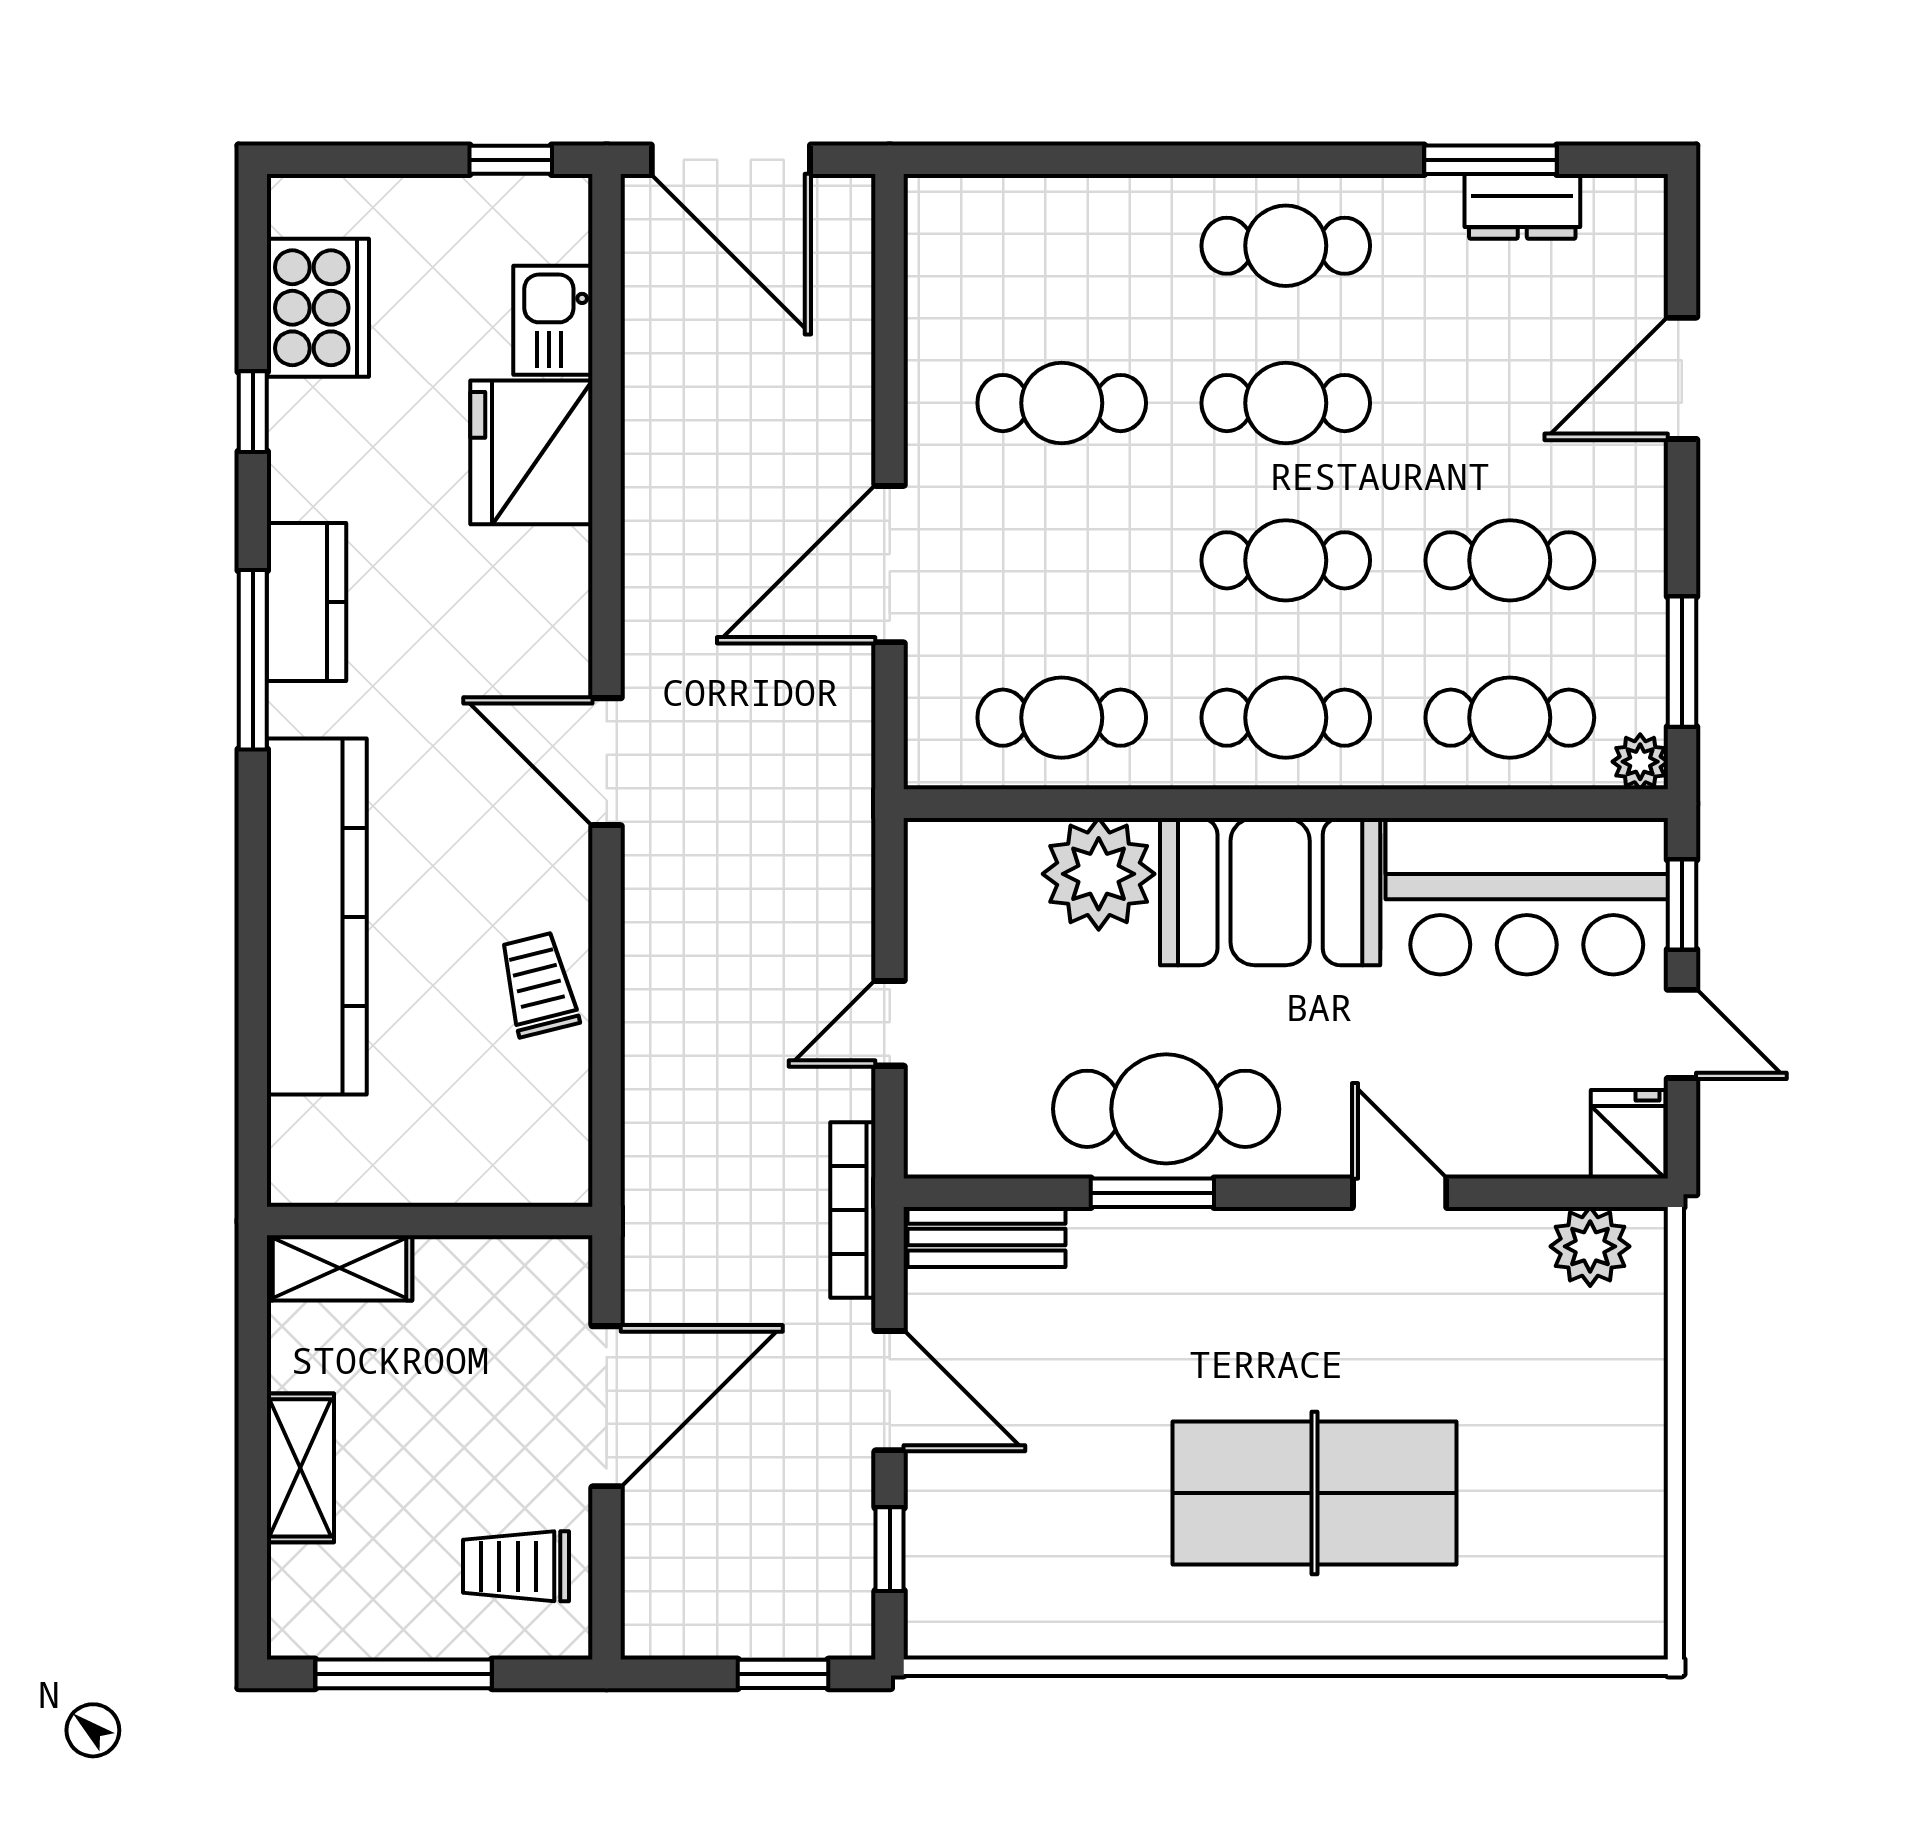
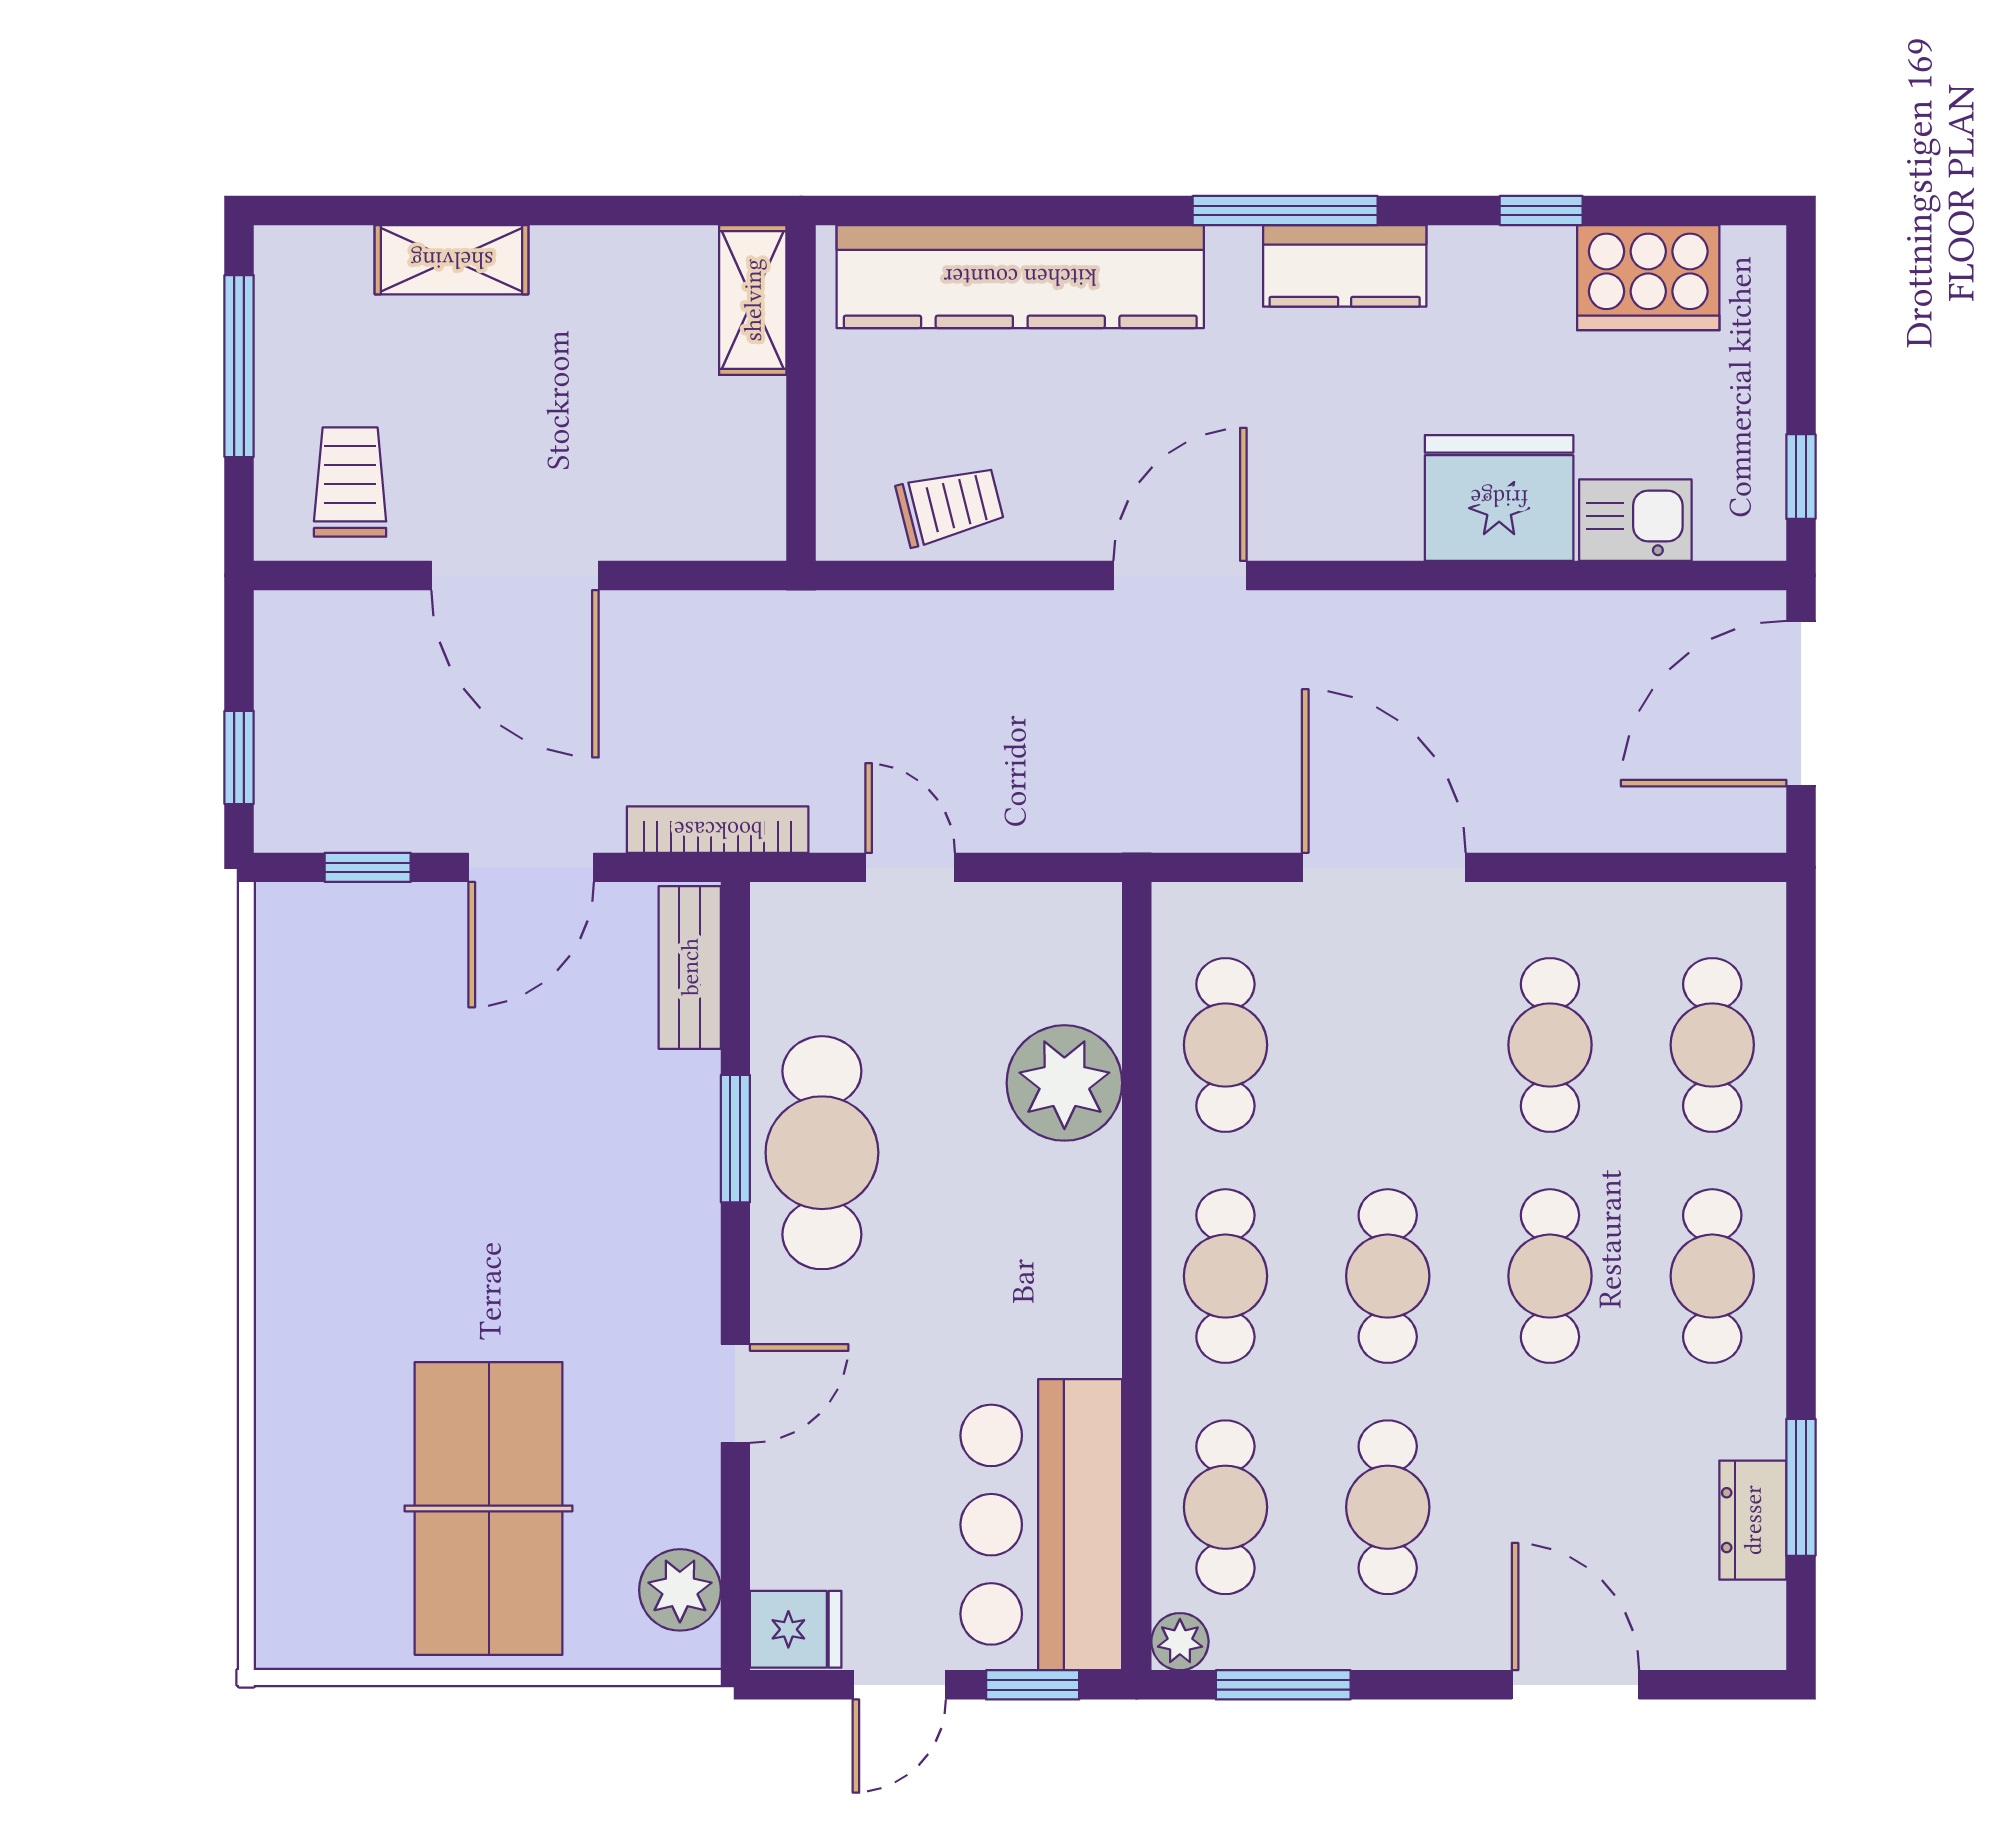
cafe table: (1062, 246) -> (1712, 1045), added
booth: (1270, 892) -> (1046, 1260), removed
wall: (430, 1221) -> (801, 393), moved
shelving: (340, 1268) -> (753, 300), moved
table tennis table: (1315, 1493) -> (489, 1508), moved

